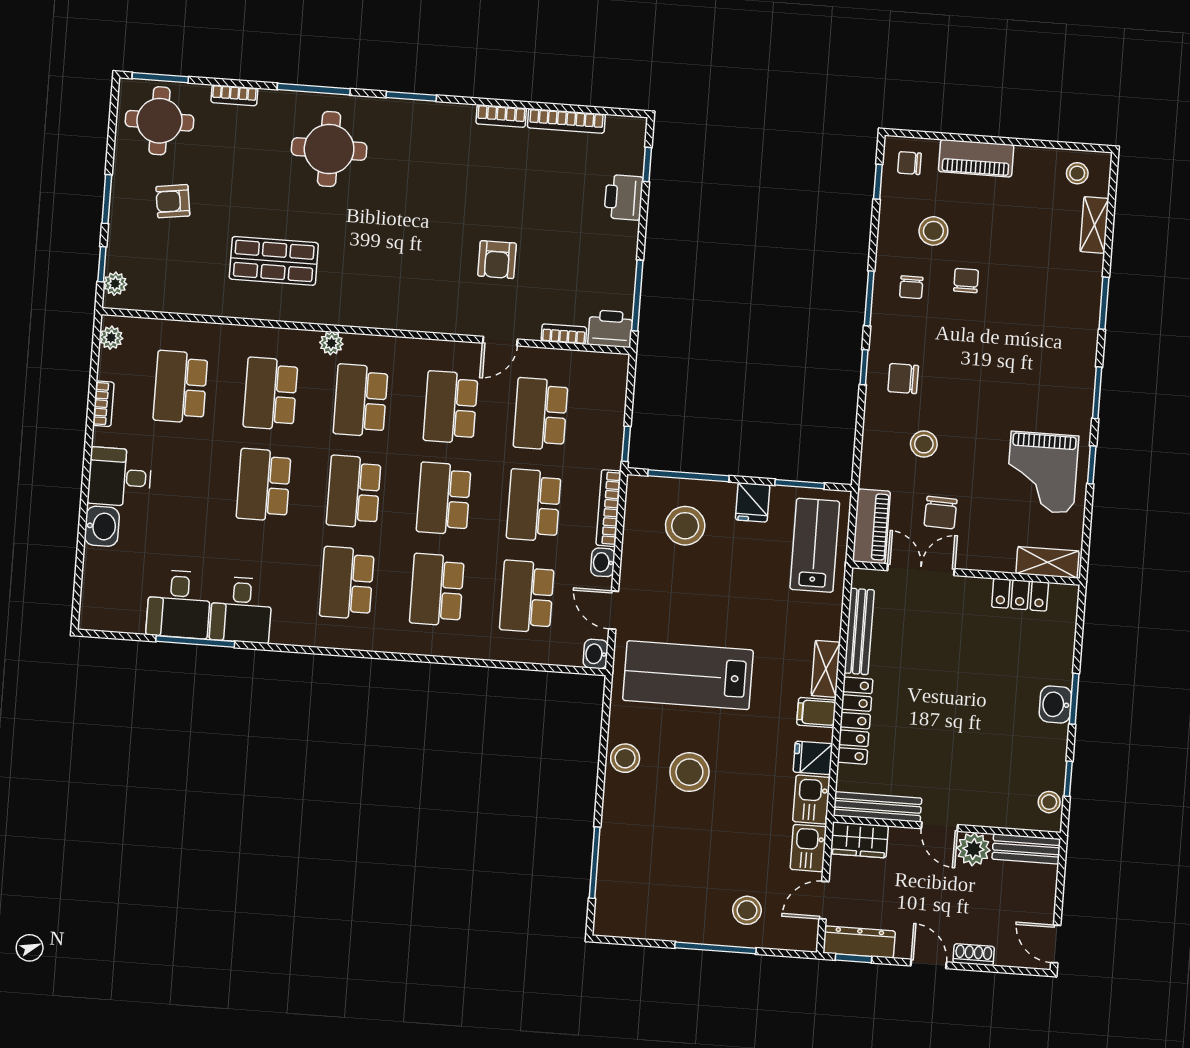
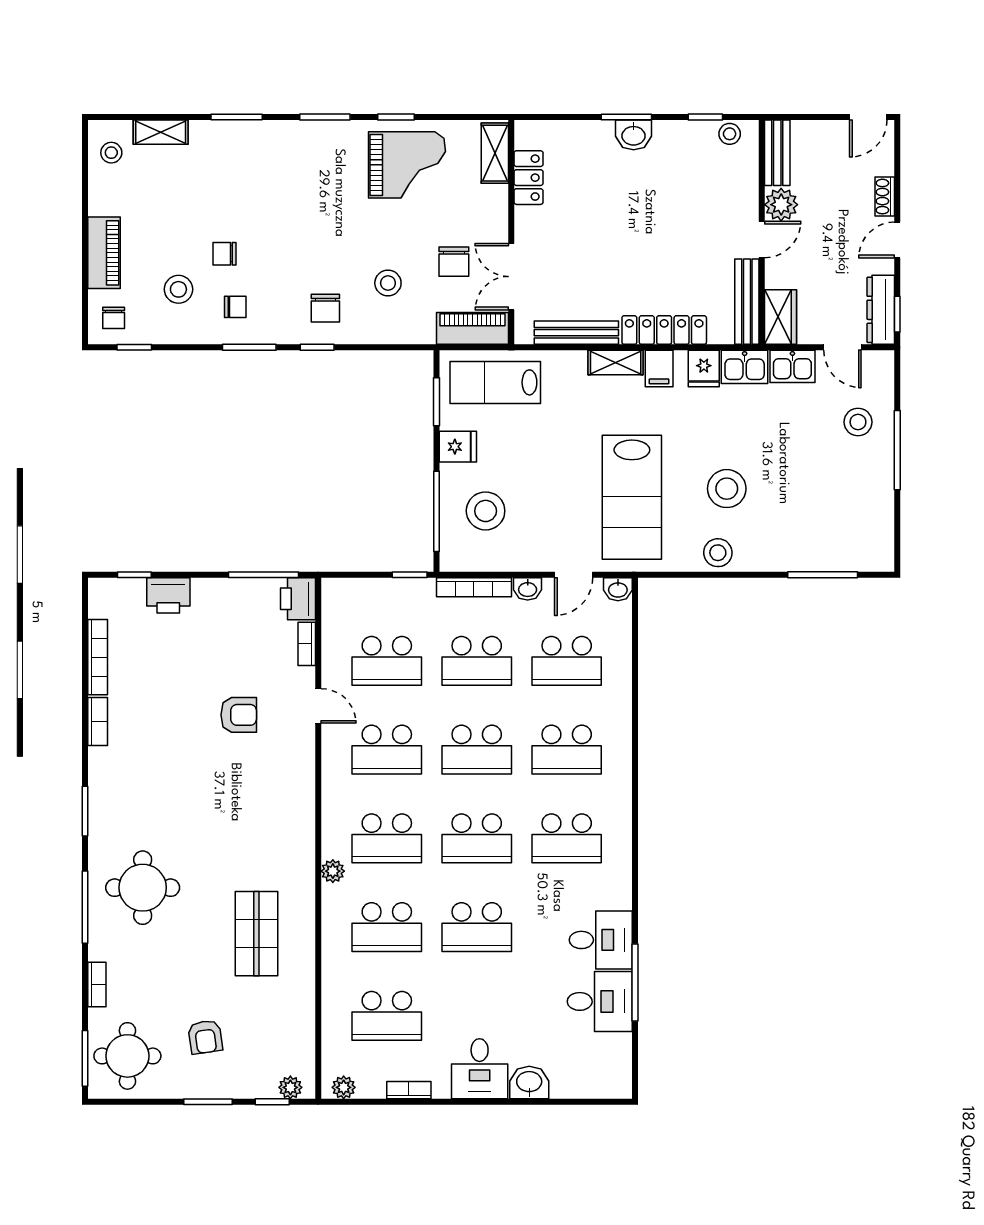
chair: (941, 513) -> (454, 262), turned 88

